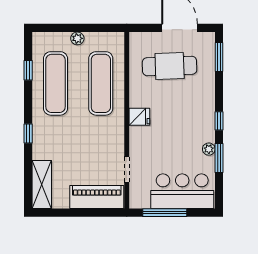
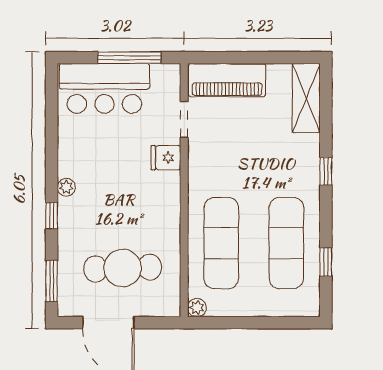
plant: (77, 38) -> (197, 308), moved
fridge: (139, 117) -> (166, 158), moved
window: (219, 121) -> (52, 216), moved
plant: (209, 149) -> (66, 187), moved
window: (219, 158) -> (52, 136), removed

